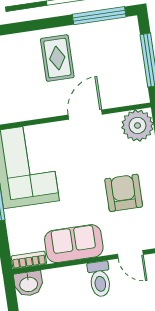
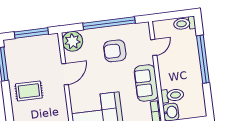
door: (85, 115) -> (65, 74), swing flipped
toilet: (100, 279) -> (172, 95), moved

